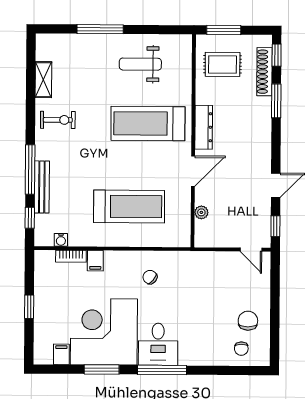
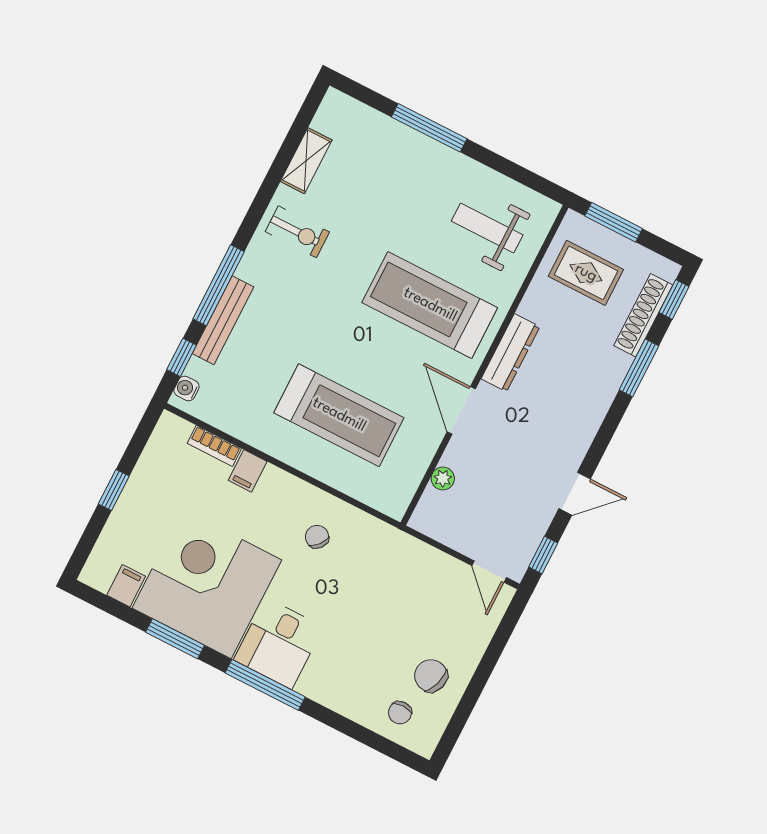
weight bench: (140, 64) -> (487, 228), moved
door: (193, 171) -> (461, 410), swing flipped
water cooler: (61, 240) -> (187, 388), moved, turned 90
chair: (248, 321) -> (431, 676), turned -72

